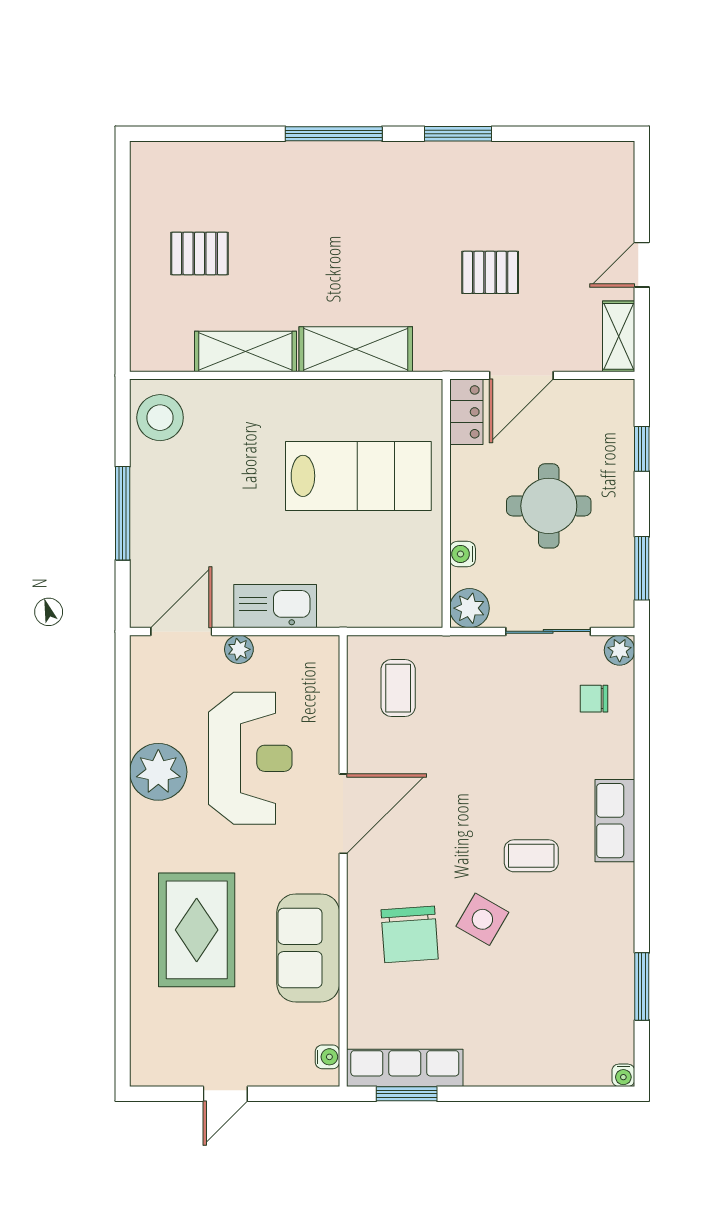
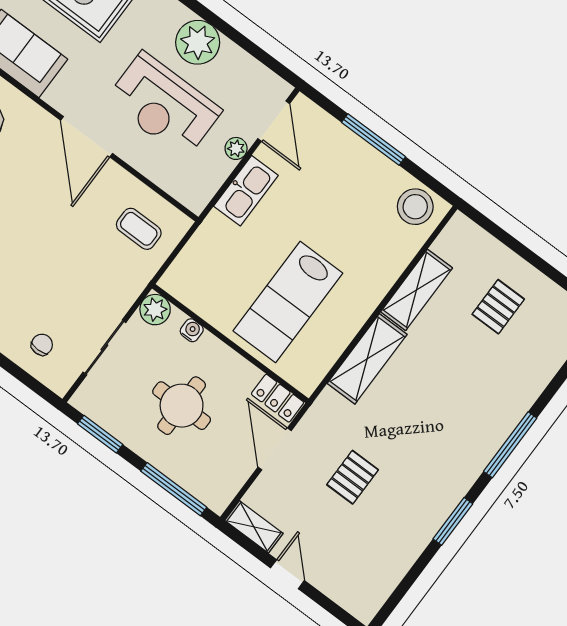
window: (642, 449) -> (174, 489), width x2.17
plant: (620, 650) -> (60, 383), removed

